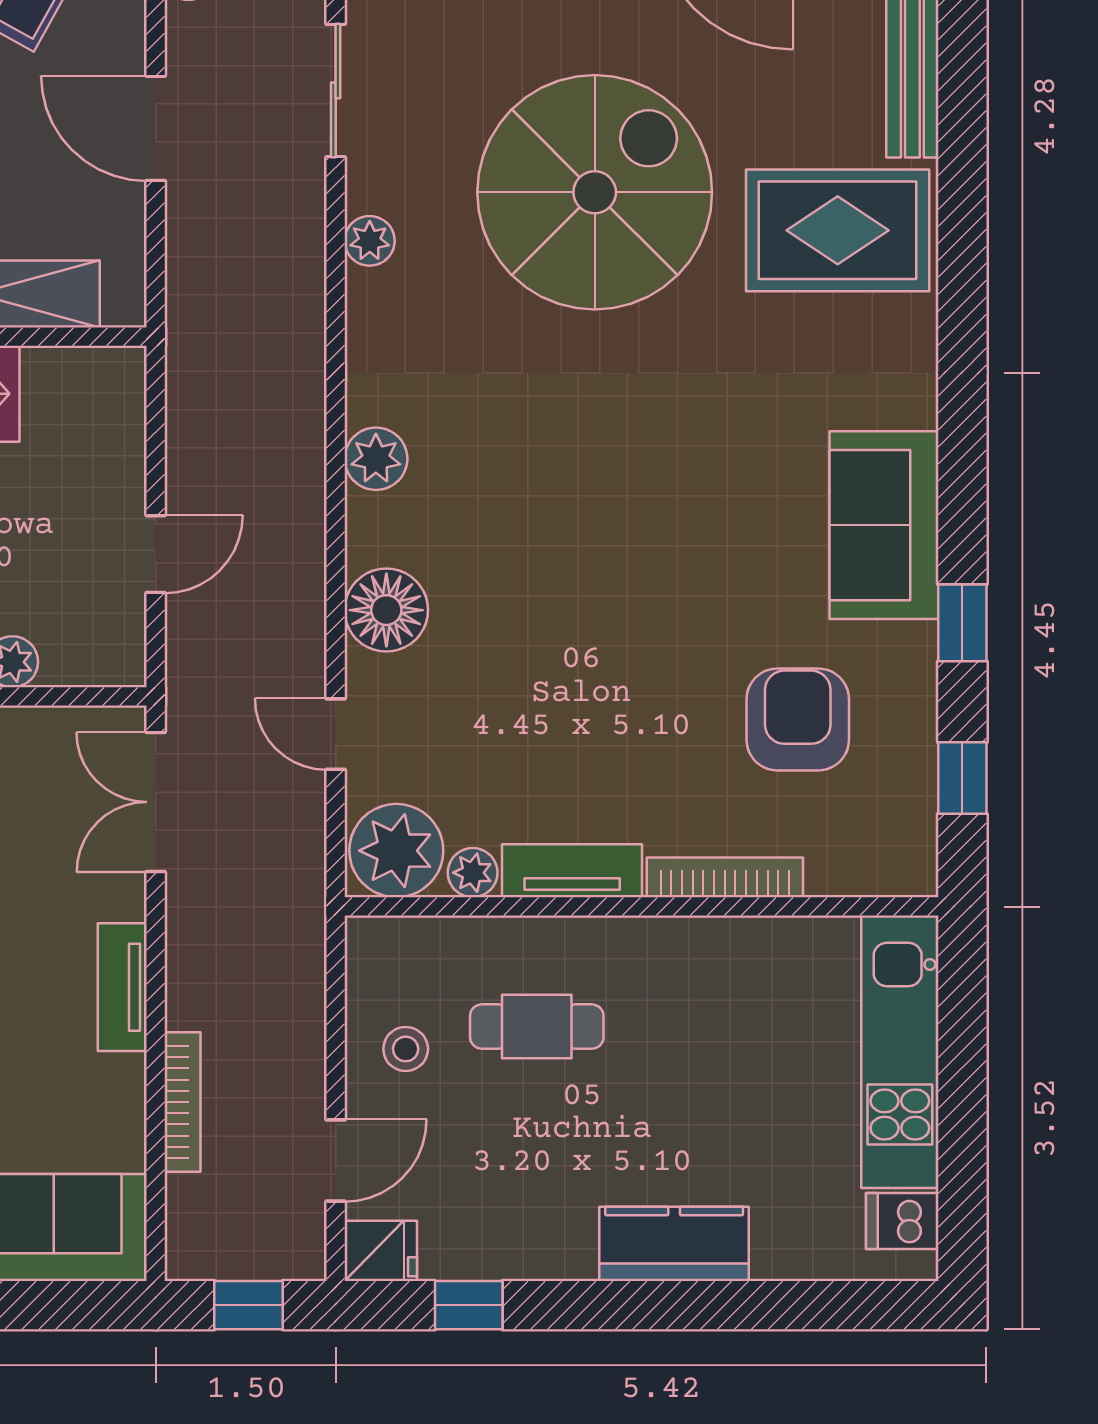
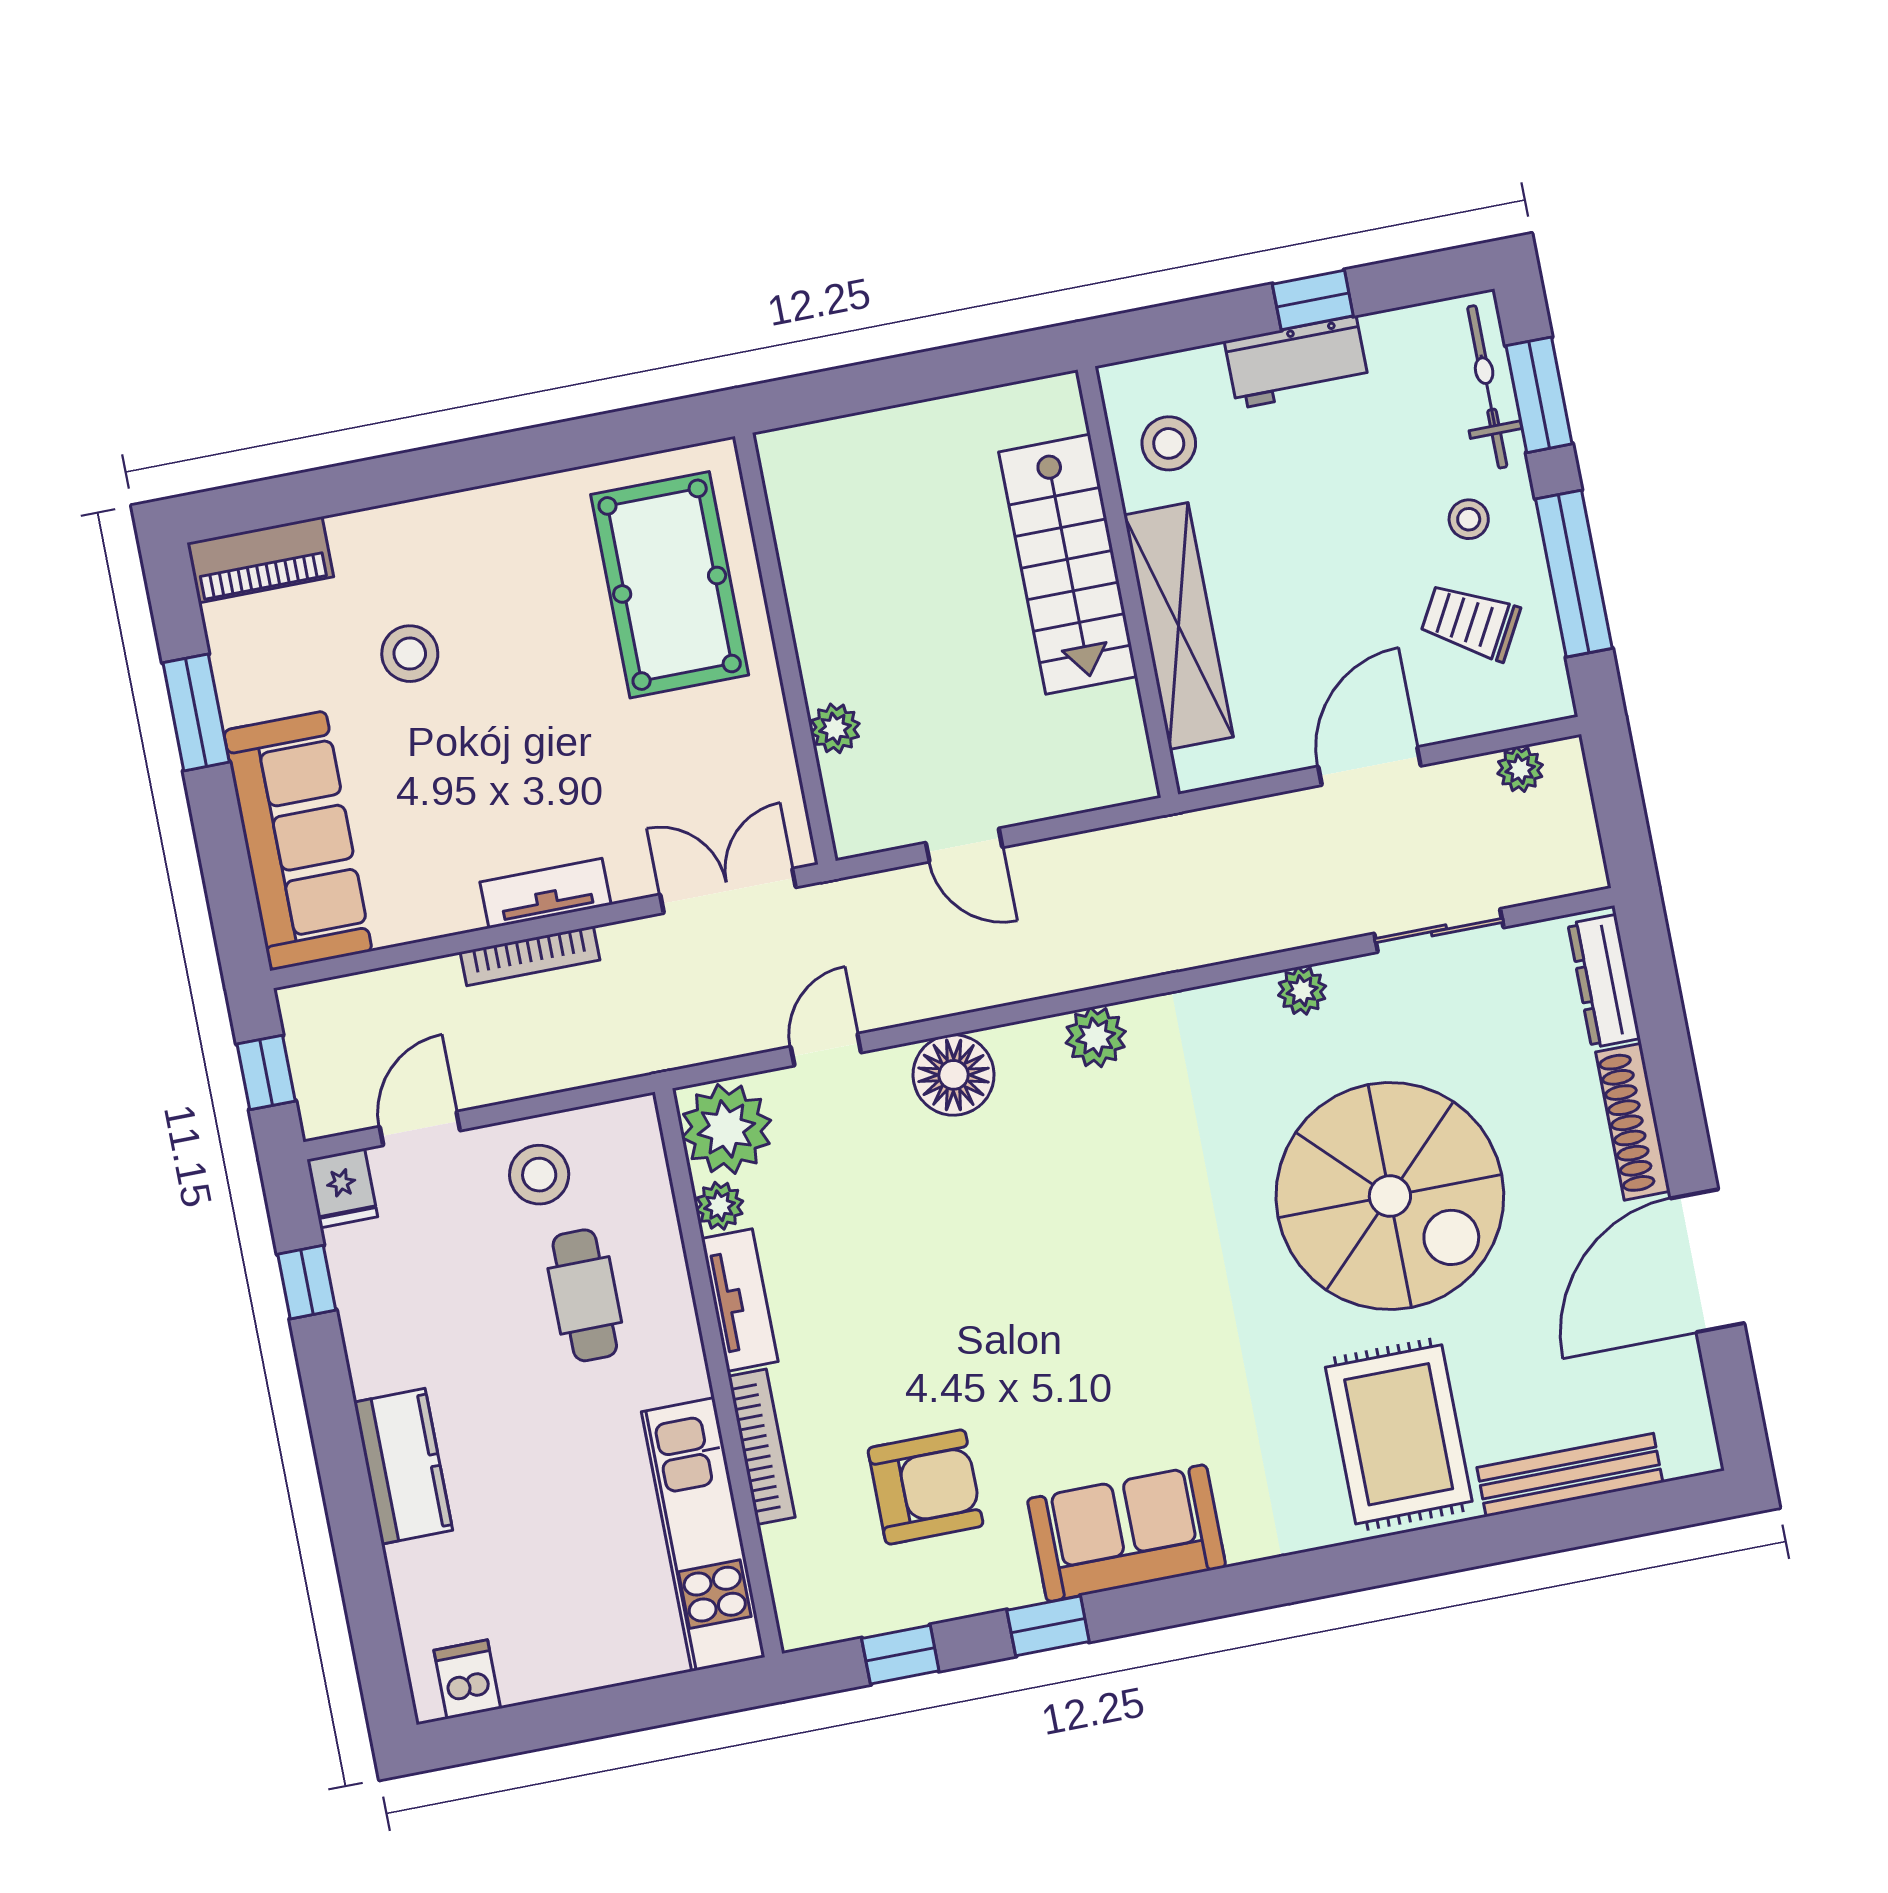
stool: (406, 1049) -> (539, 1175), width x1.37, depth x1.37
kitchen unit: (900, 1052) -> (703, 1534), moved, turned -90
bookcase: (183, 1102) -> (530, 956), moved
door: (336, 1161) -> (420, 1129), swing flipped

